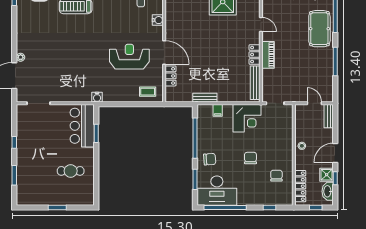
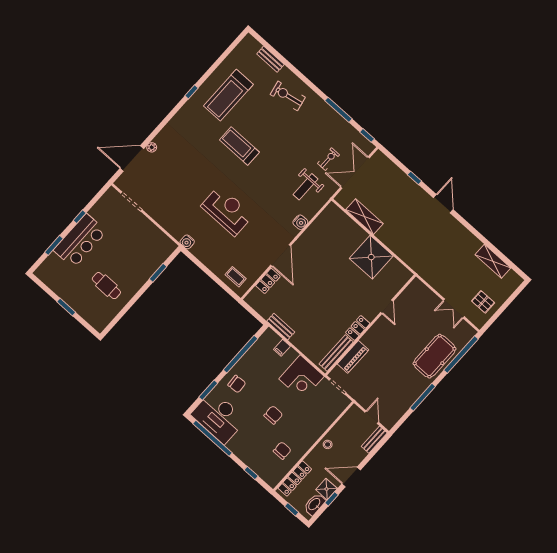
piano: (268, 55) -> (353, 357), moved
reception desk: (129, 57) -> (227, 211), moved
bar counter: (82, 126) -> (80, 241), moved, turned 180

